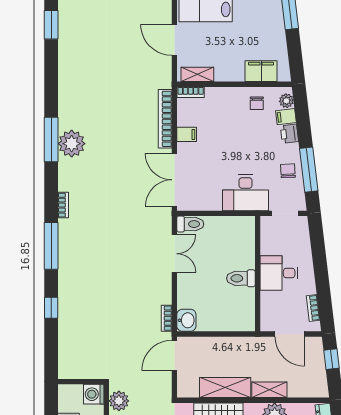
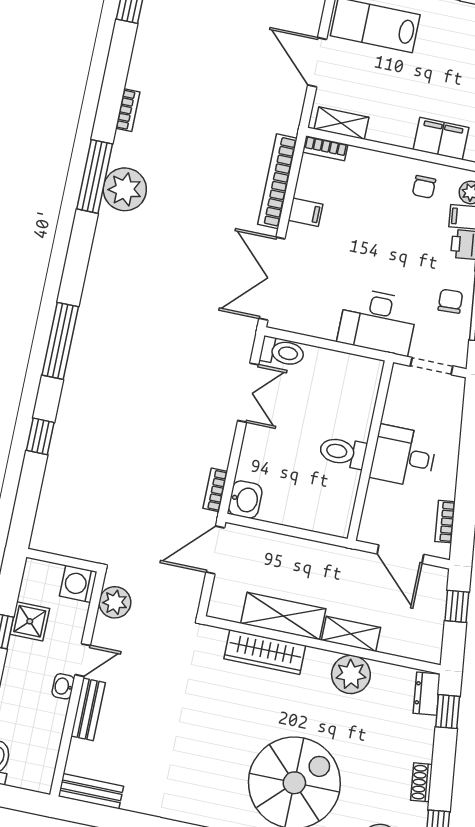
bookcase: (63, 205) -> (128, 110), moved

